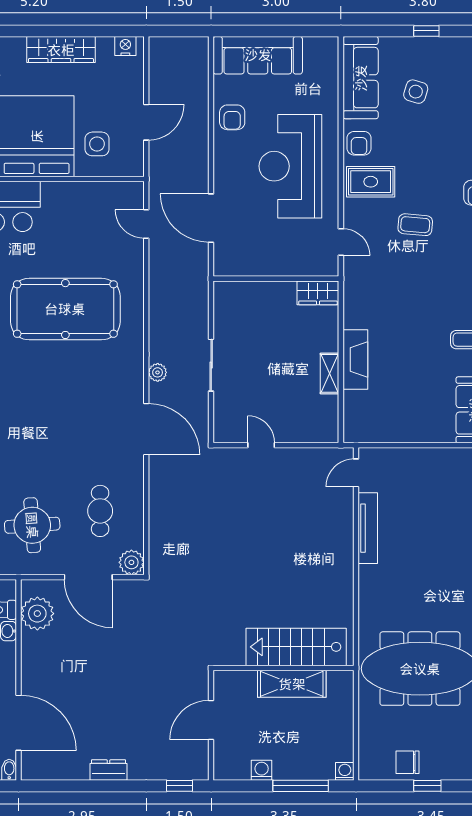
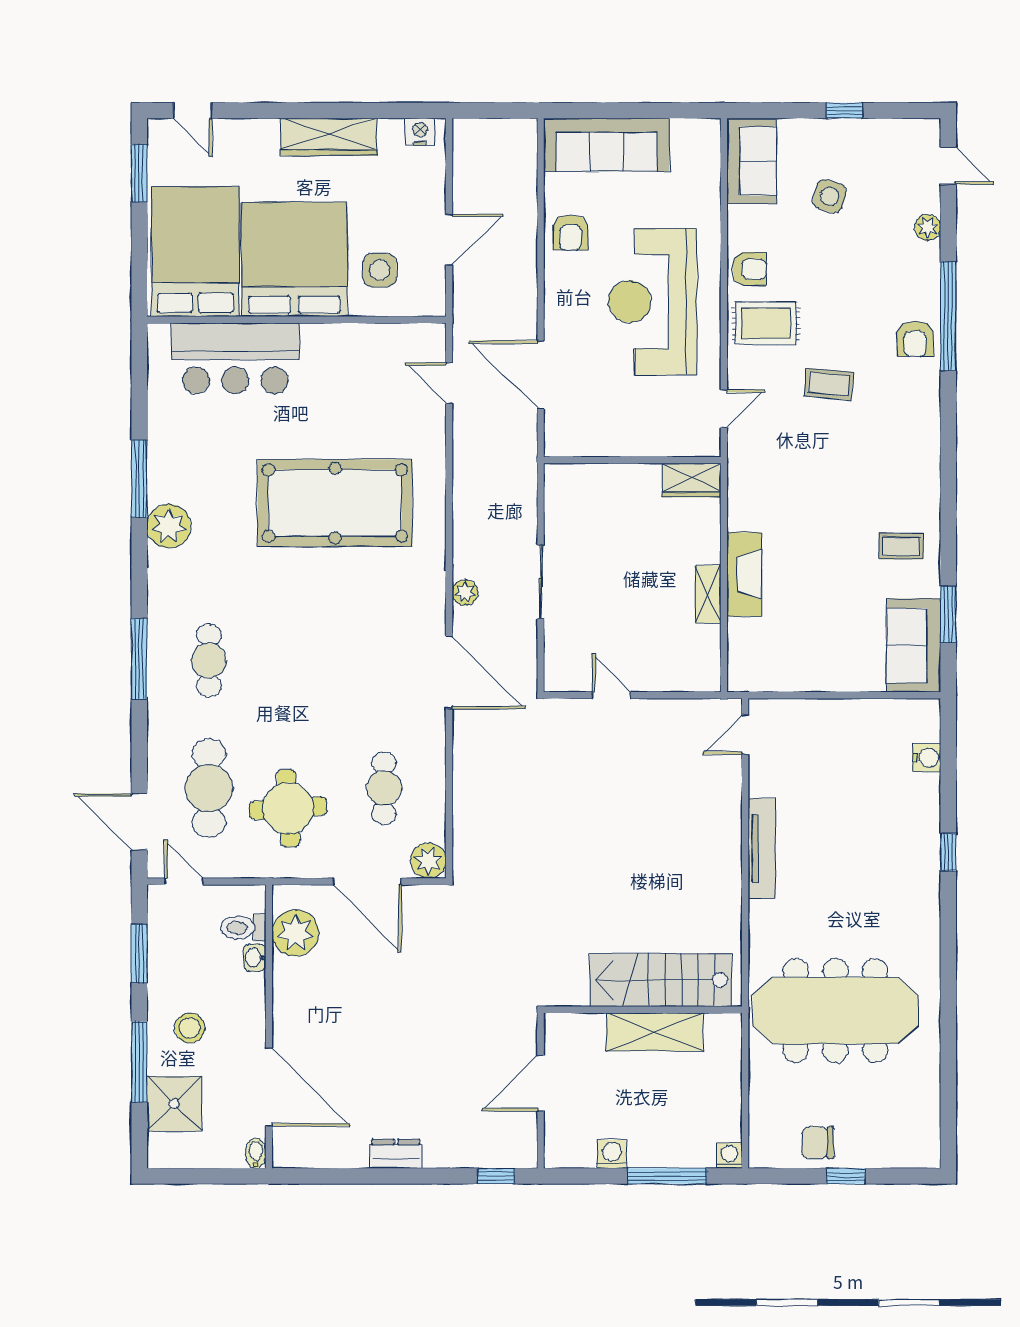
sofa: (361, 78) -> (752, 161), width x0.73
armchair: (359, 143) -> (749, 269), turned -90
door: (341, 242) -> (724, 409), hinge flipped
tv unit: (368, 528) -> (762, 849), moved

